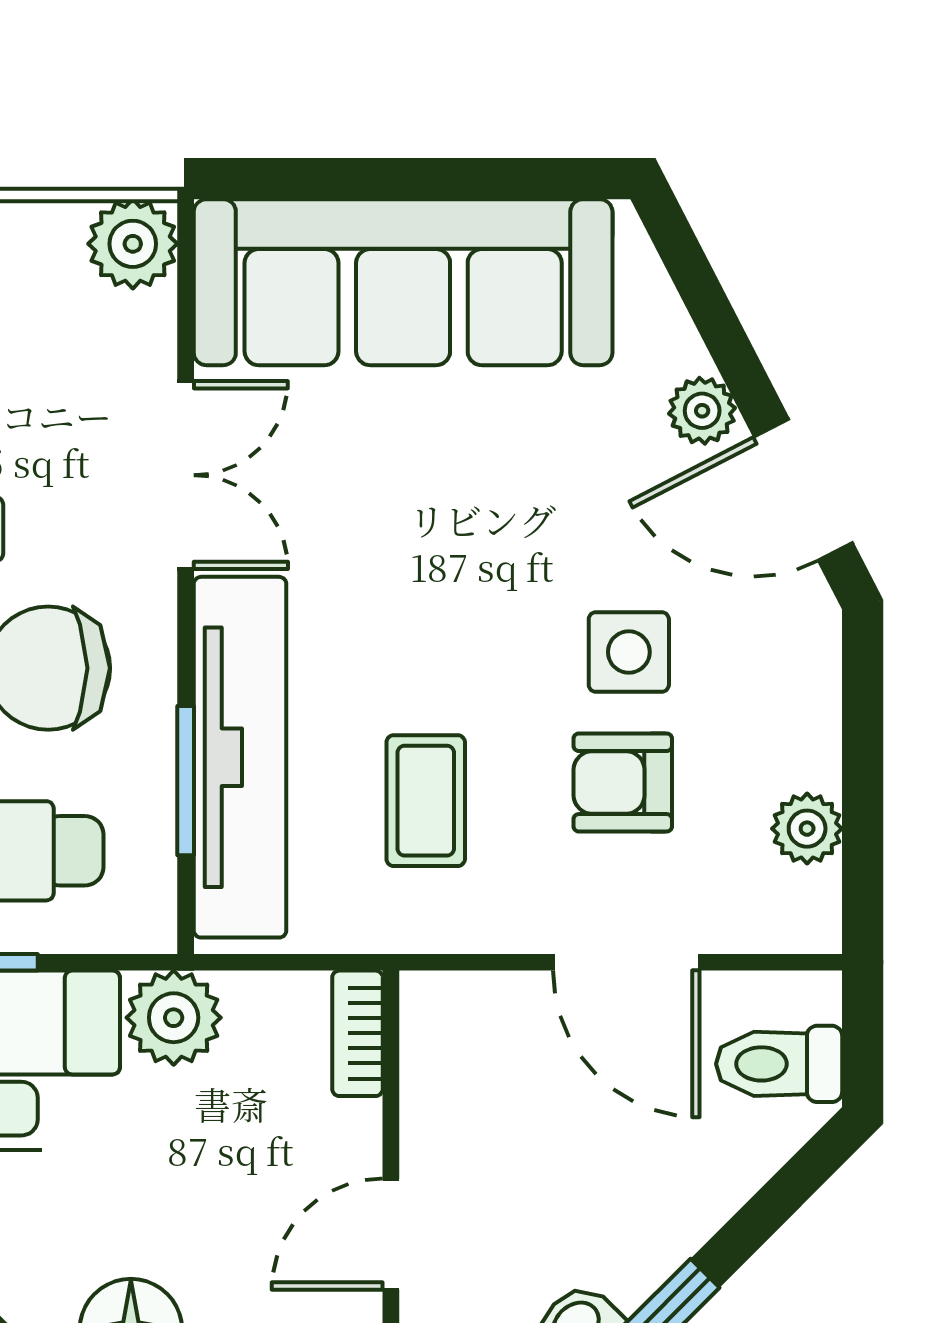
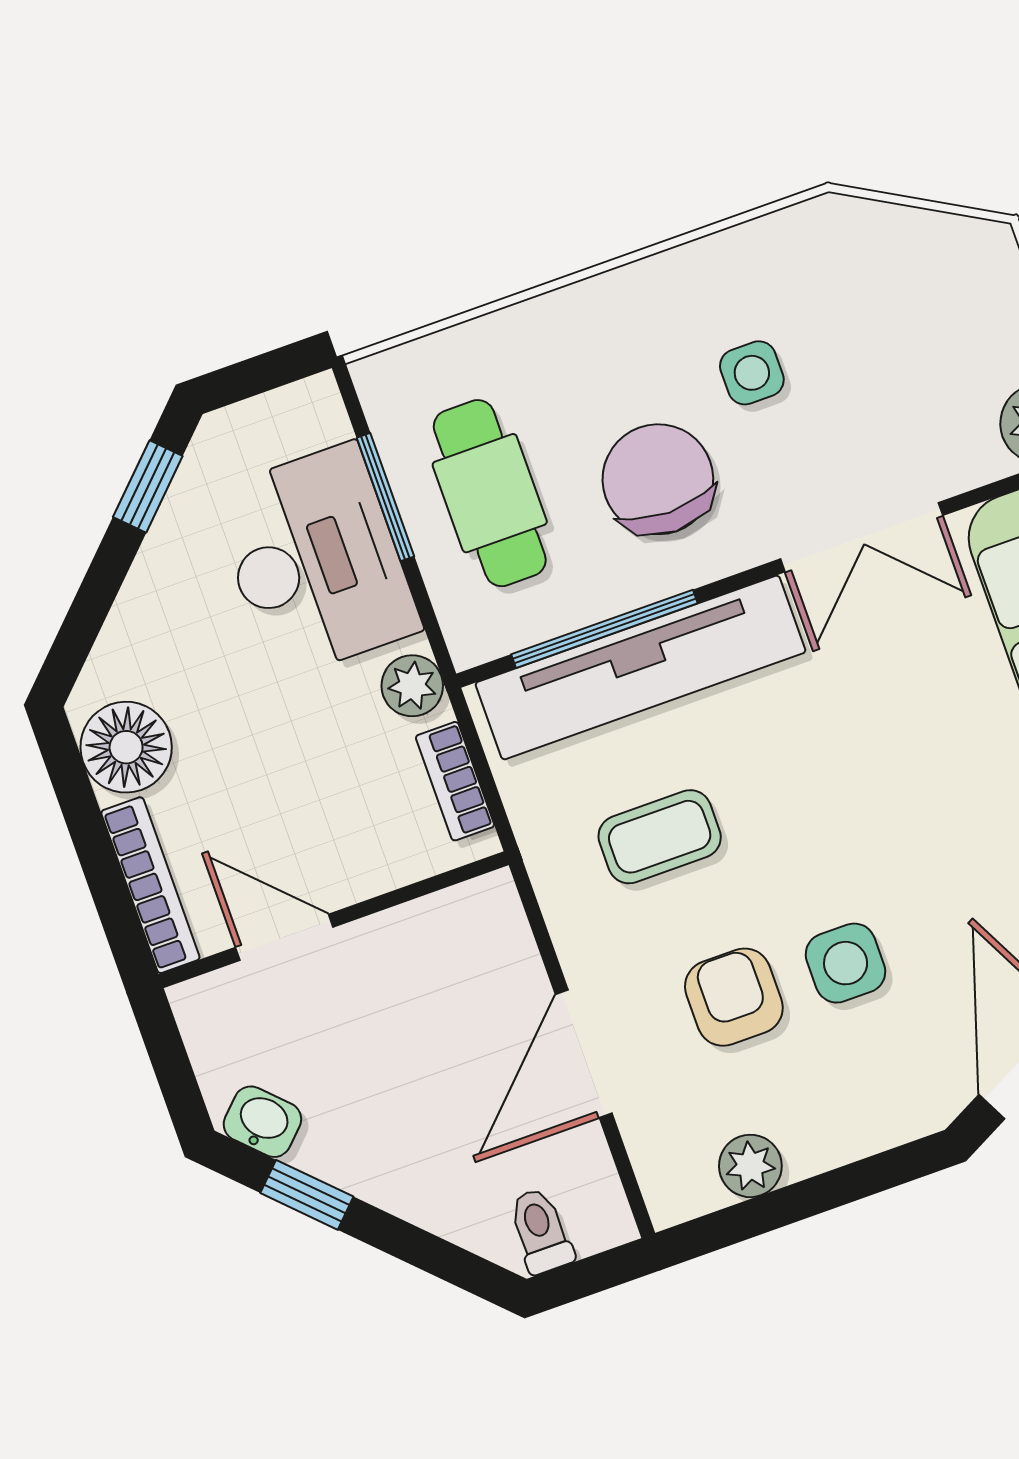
window: (186, 781) -> (604, 629), width x1.44
plant: (174, 1018) -> (412, 686), width x0.73, depth x0.73
bookcase: (357, 1033) -> (455, 781), moved, turned -90
toilet: (779, 1064) -> (541, 1231), width x0.73, depth x0.72

